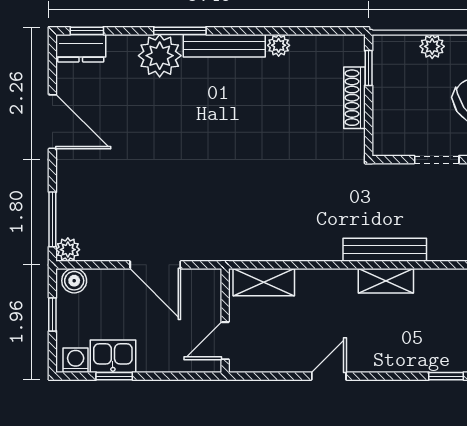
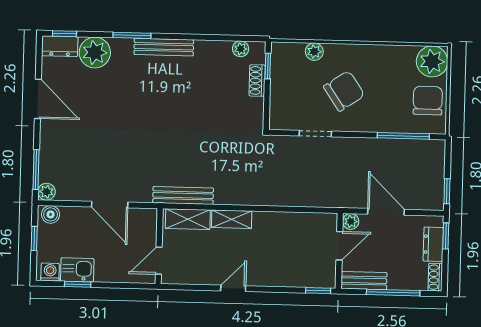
plant: (279, 45) -> (241, 49), moved
plant: (160, 56) -> (95, 53), moved
shoe rack: (354, 98) -> (257, 80), width x0.70
bench: (385, 250) -> (183, 195), moved
shelving: (386, 281) -> (232, 219), moved

